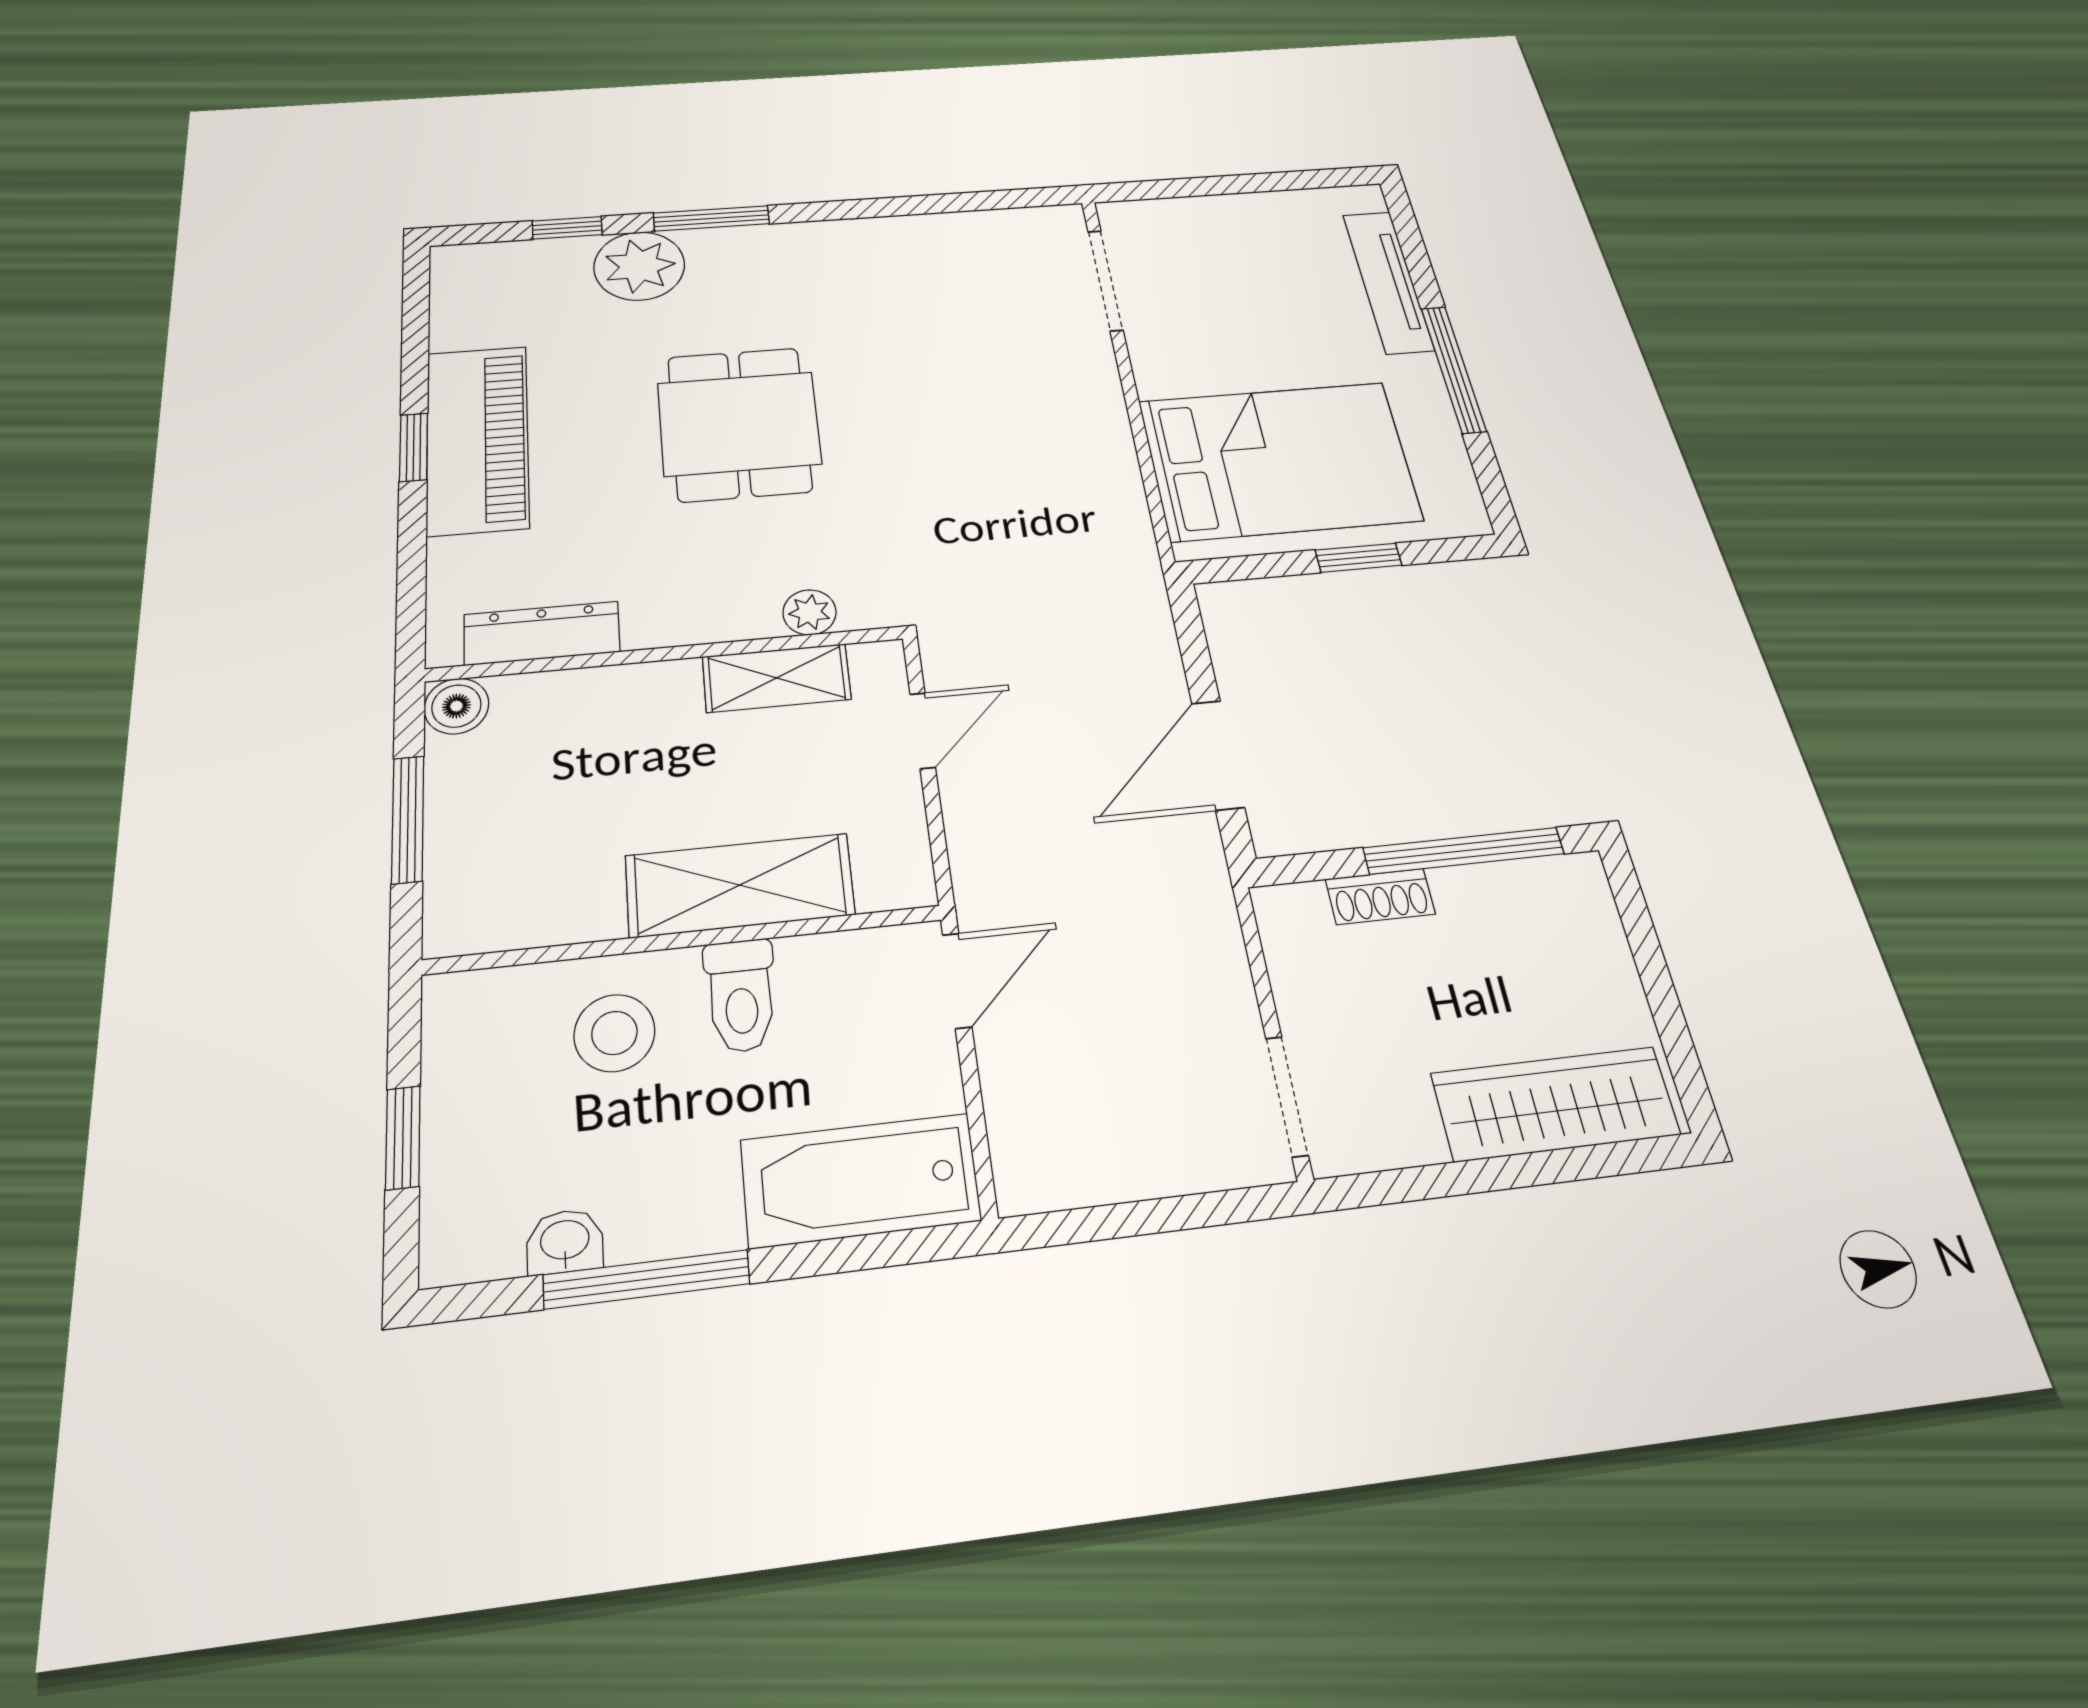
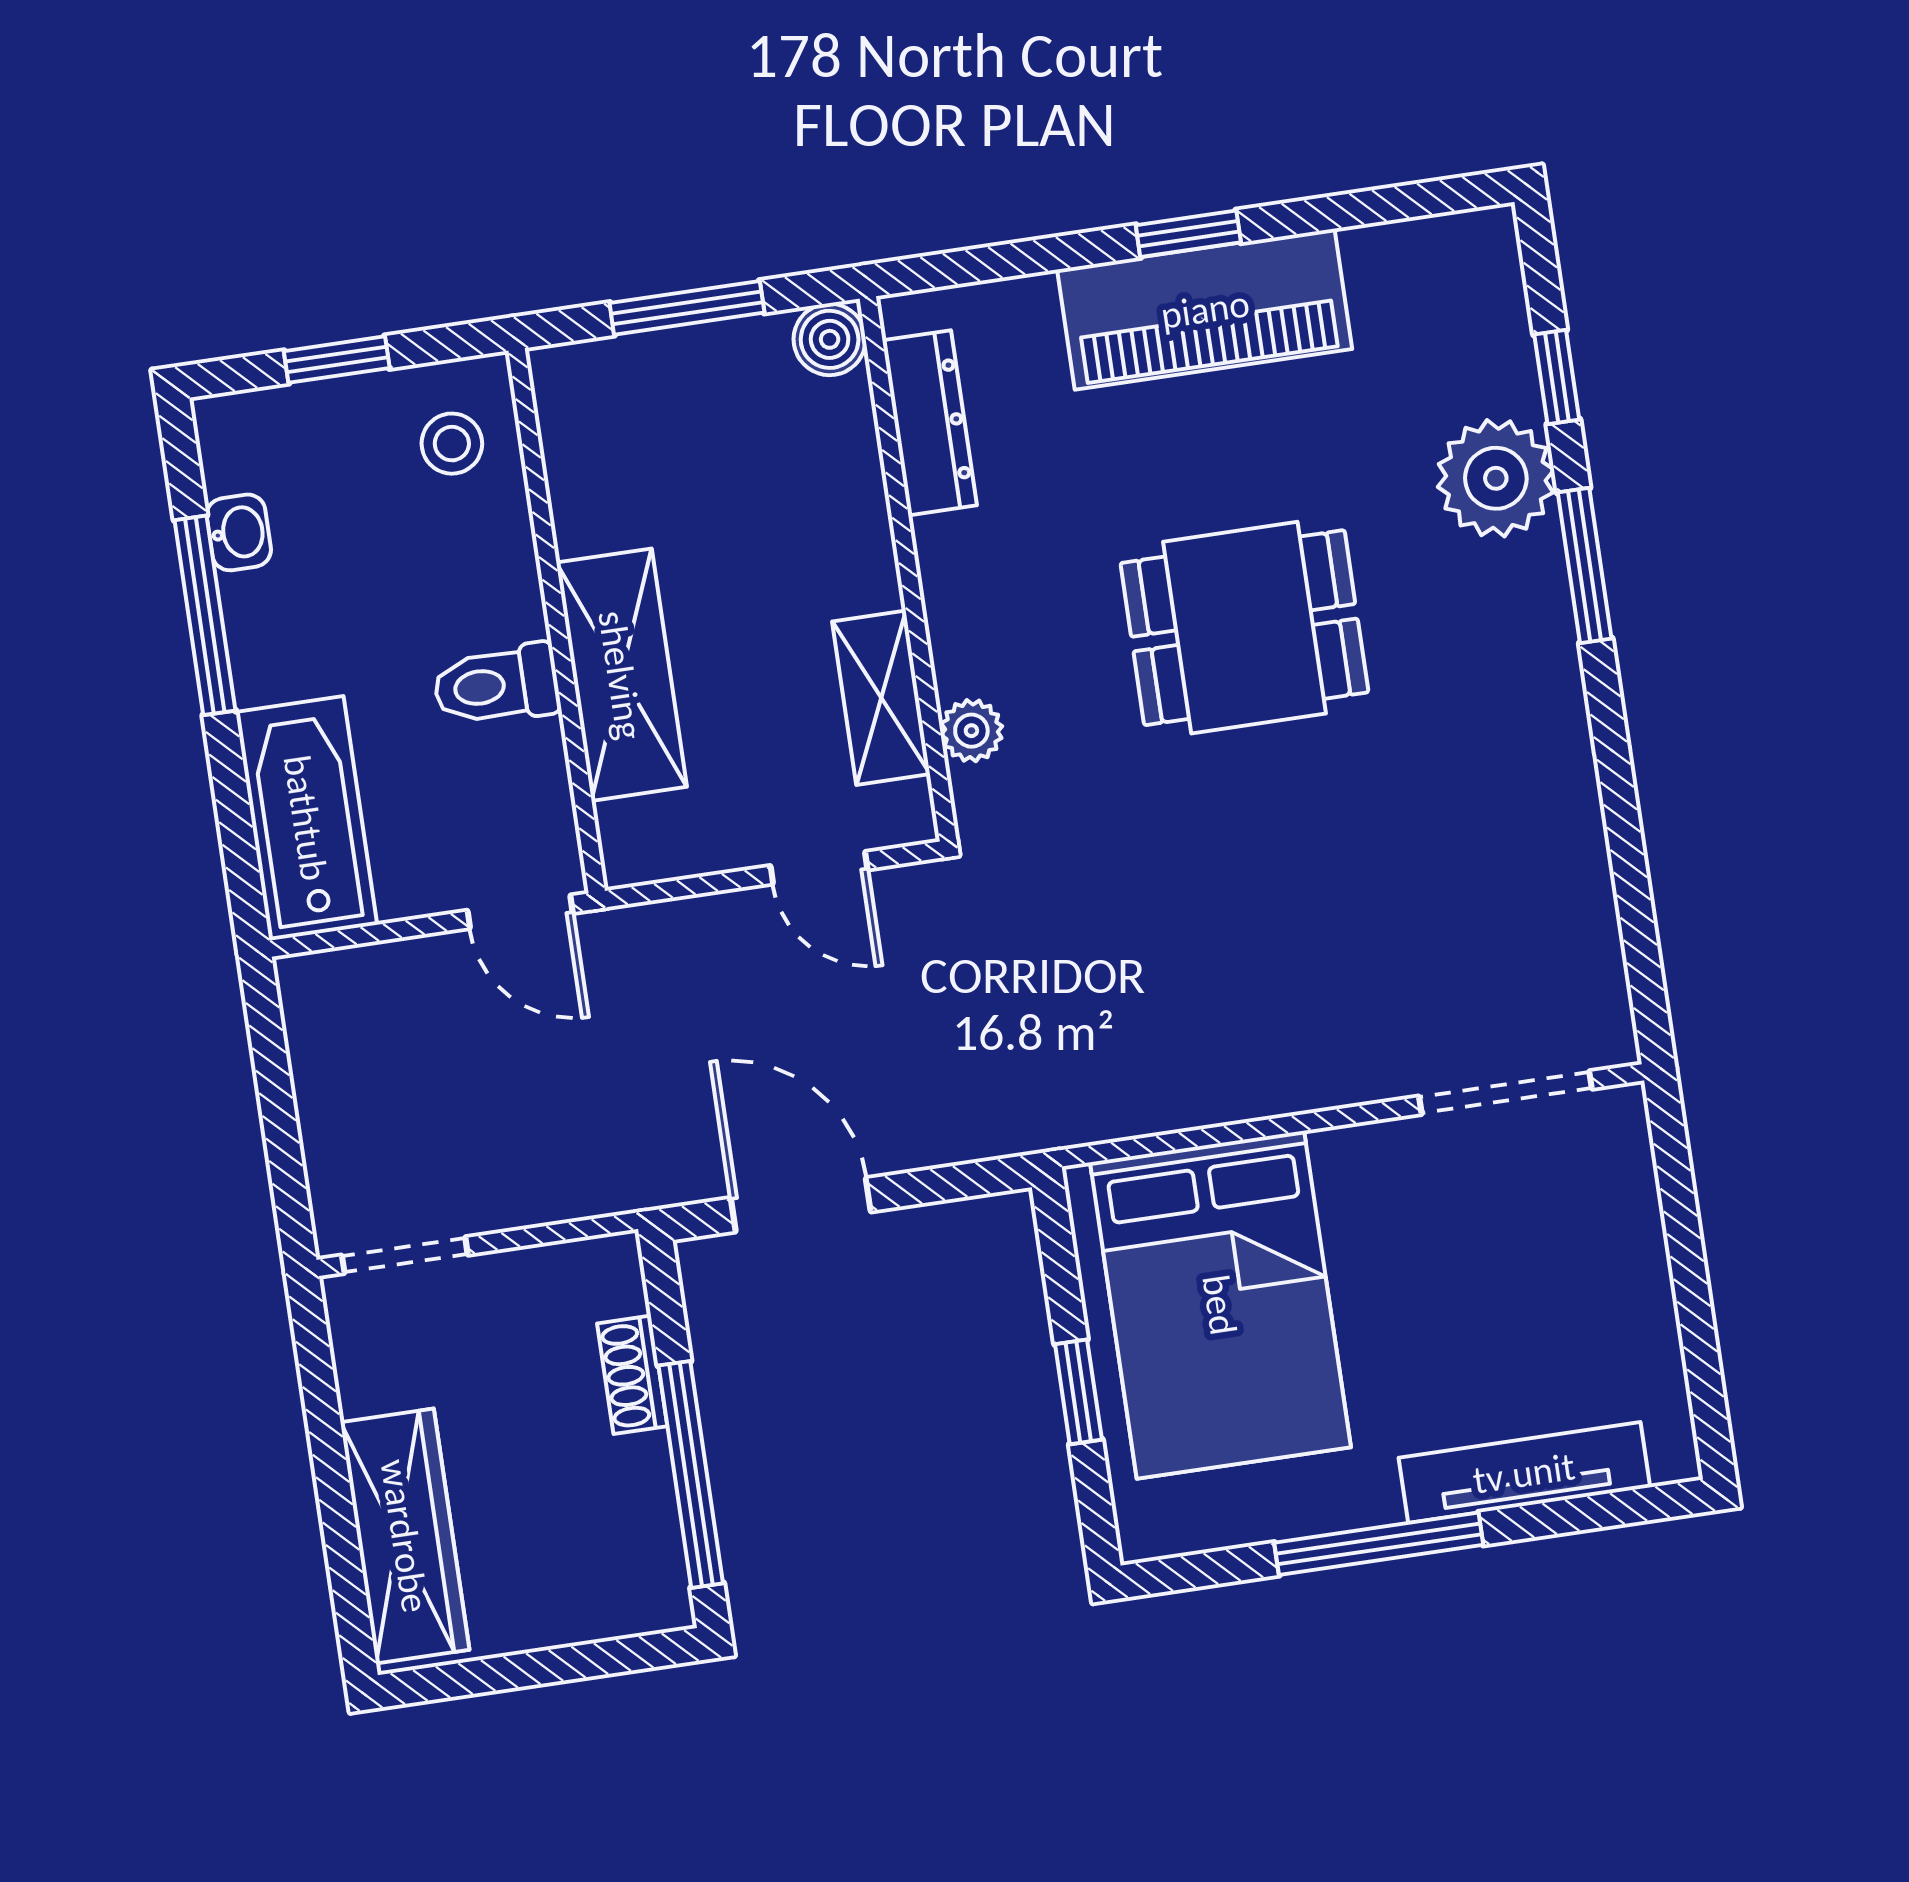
stool: (614, 1033) -> (452, 444), moved, width x0.73, depth x0.73

